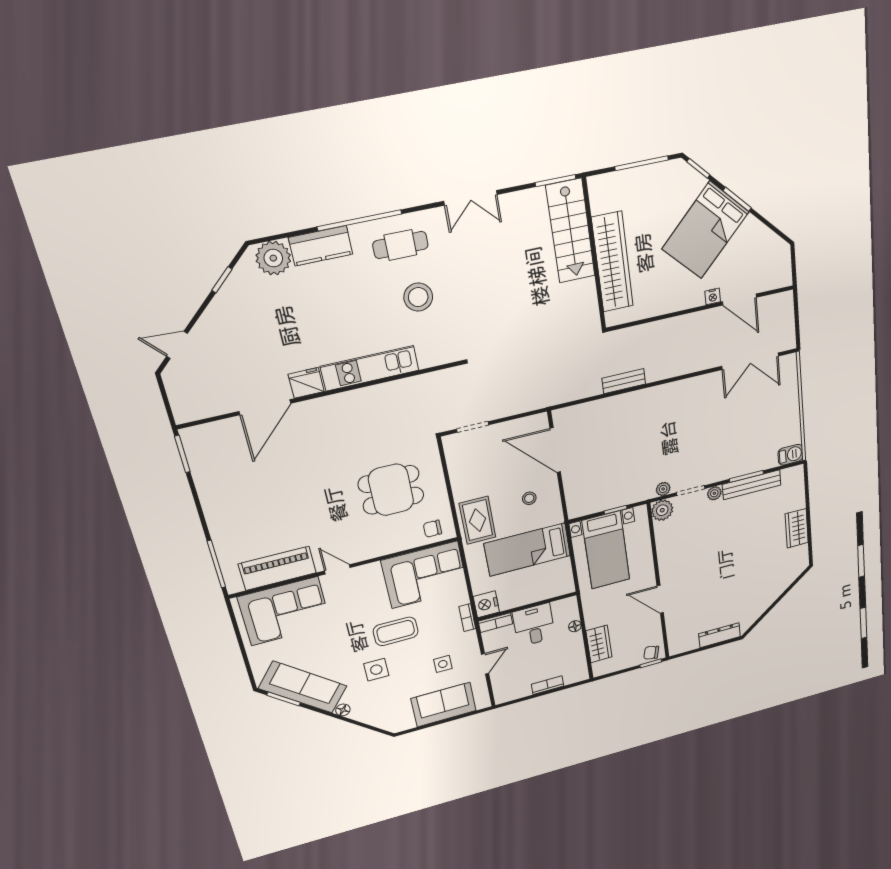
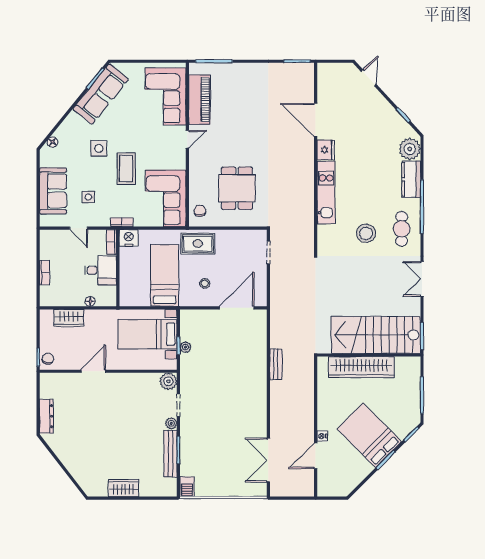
stairs: (571, 231) -> (376, 335), width x1.36, depth x1.51
plant: (663, 489) -> (185, 347), moved
floor lamp: (343, 710) -> (52, 142), moved

